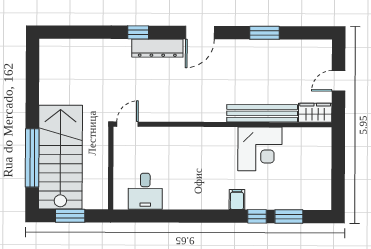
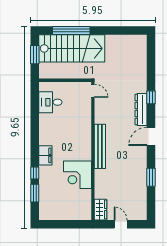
door: (200, 33) -> (151, 136), hinge flipped
bench: (262, 113) -> (100, 146), moved
filing cabinet: (237, 200) -> (45, 155), width x2.00

